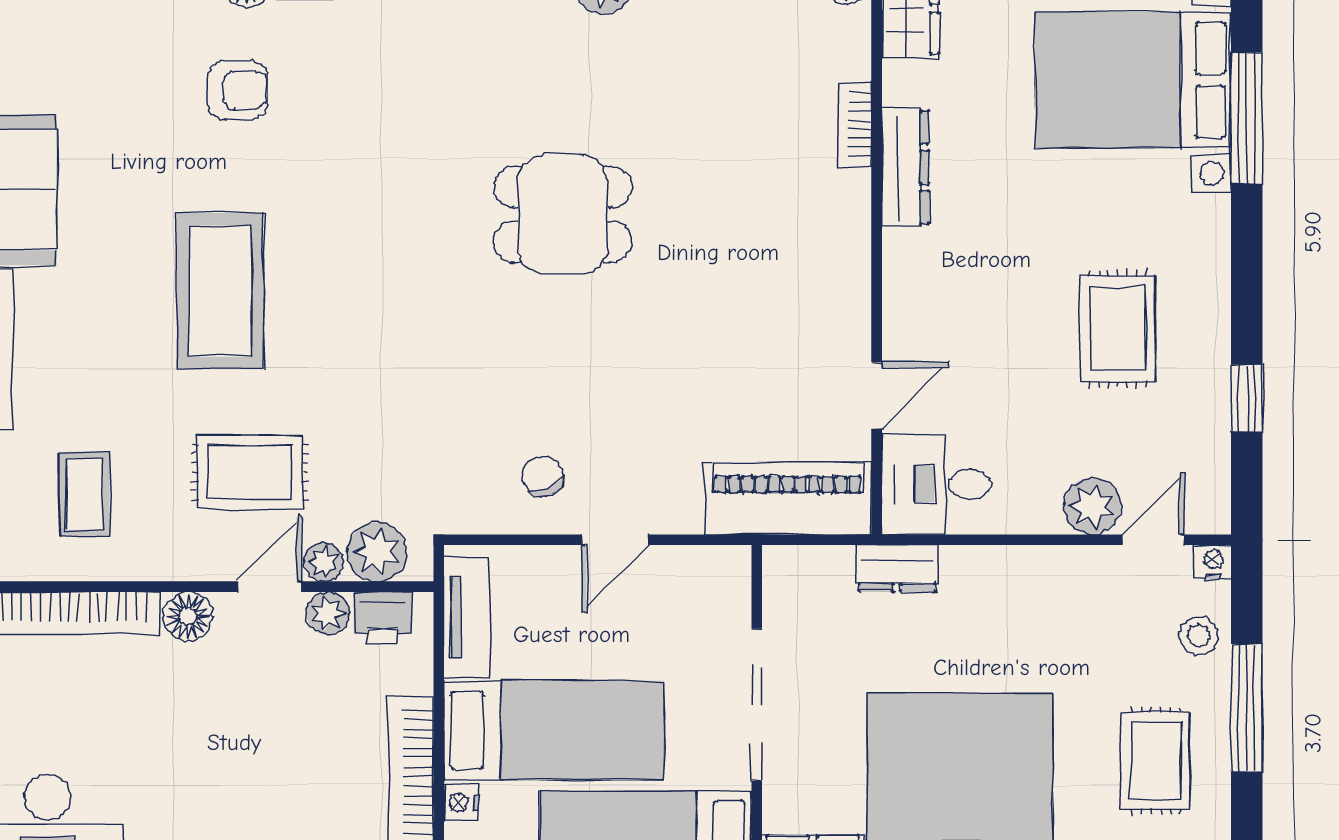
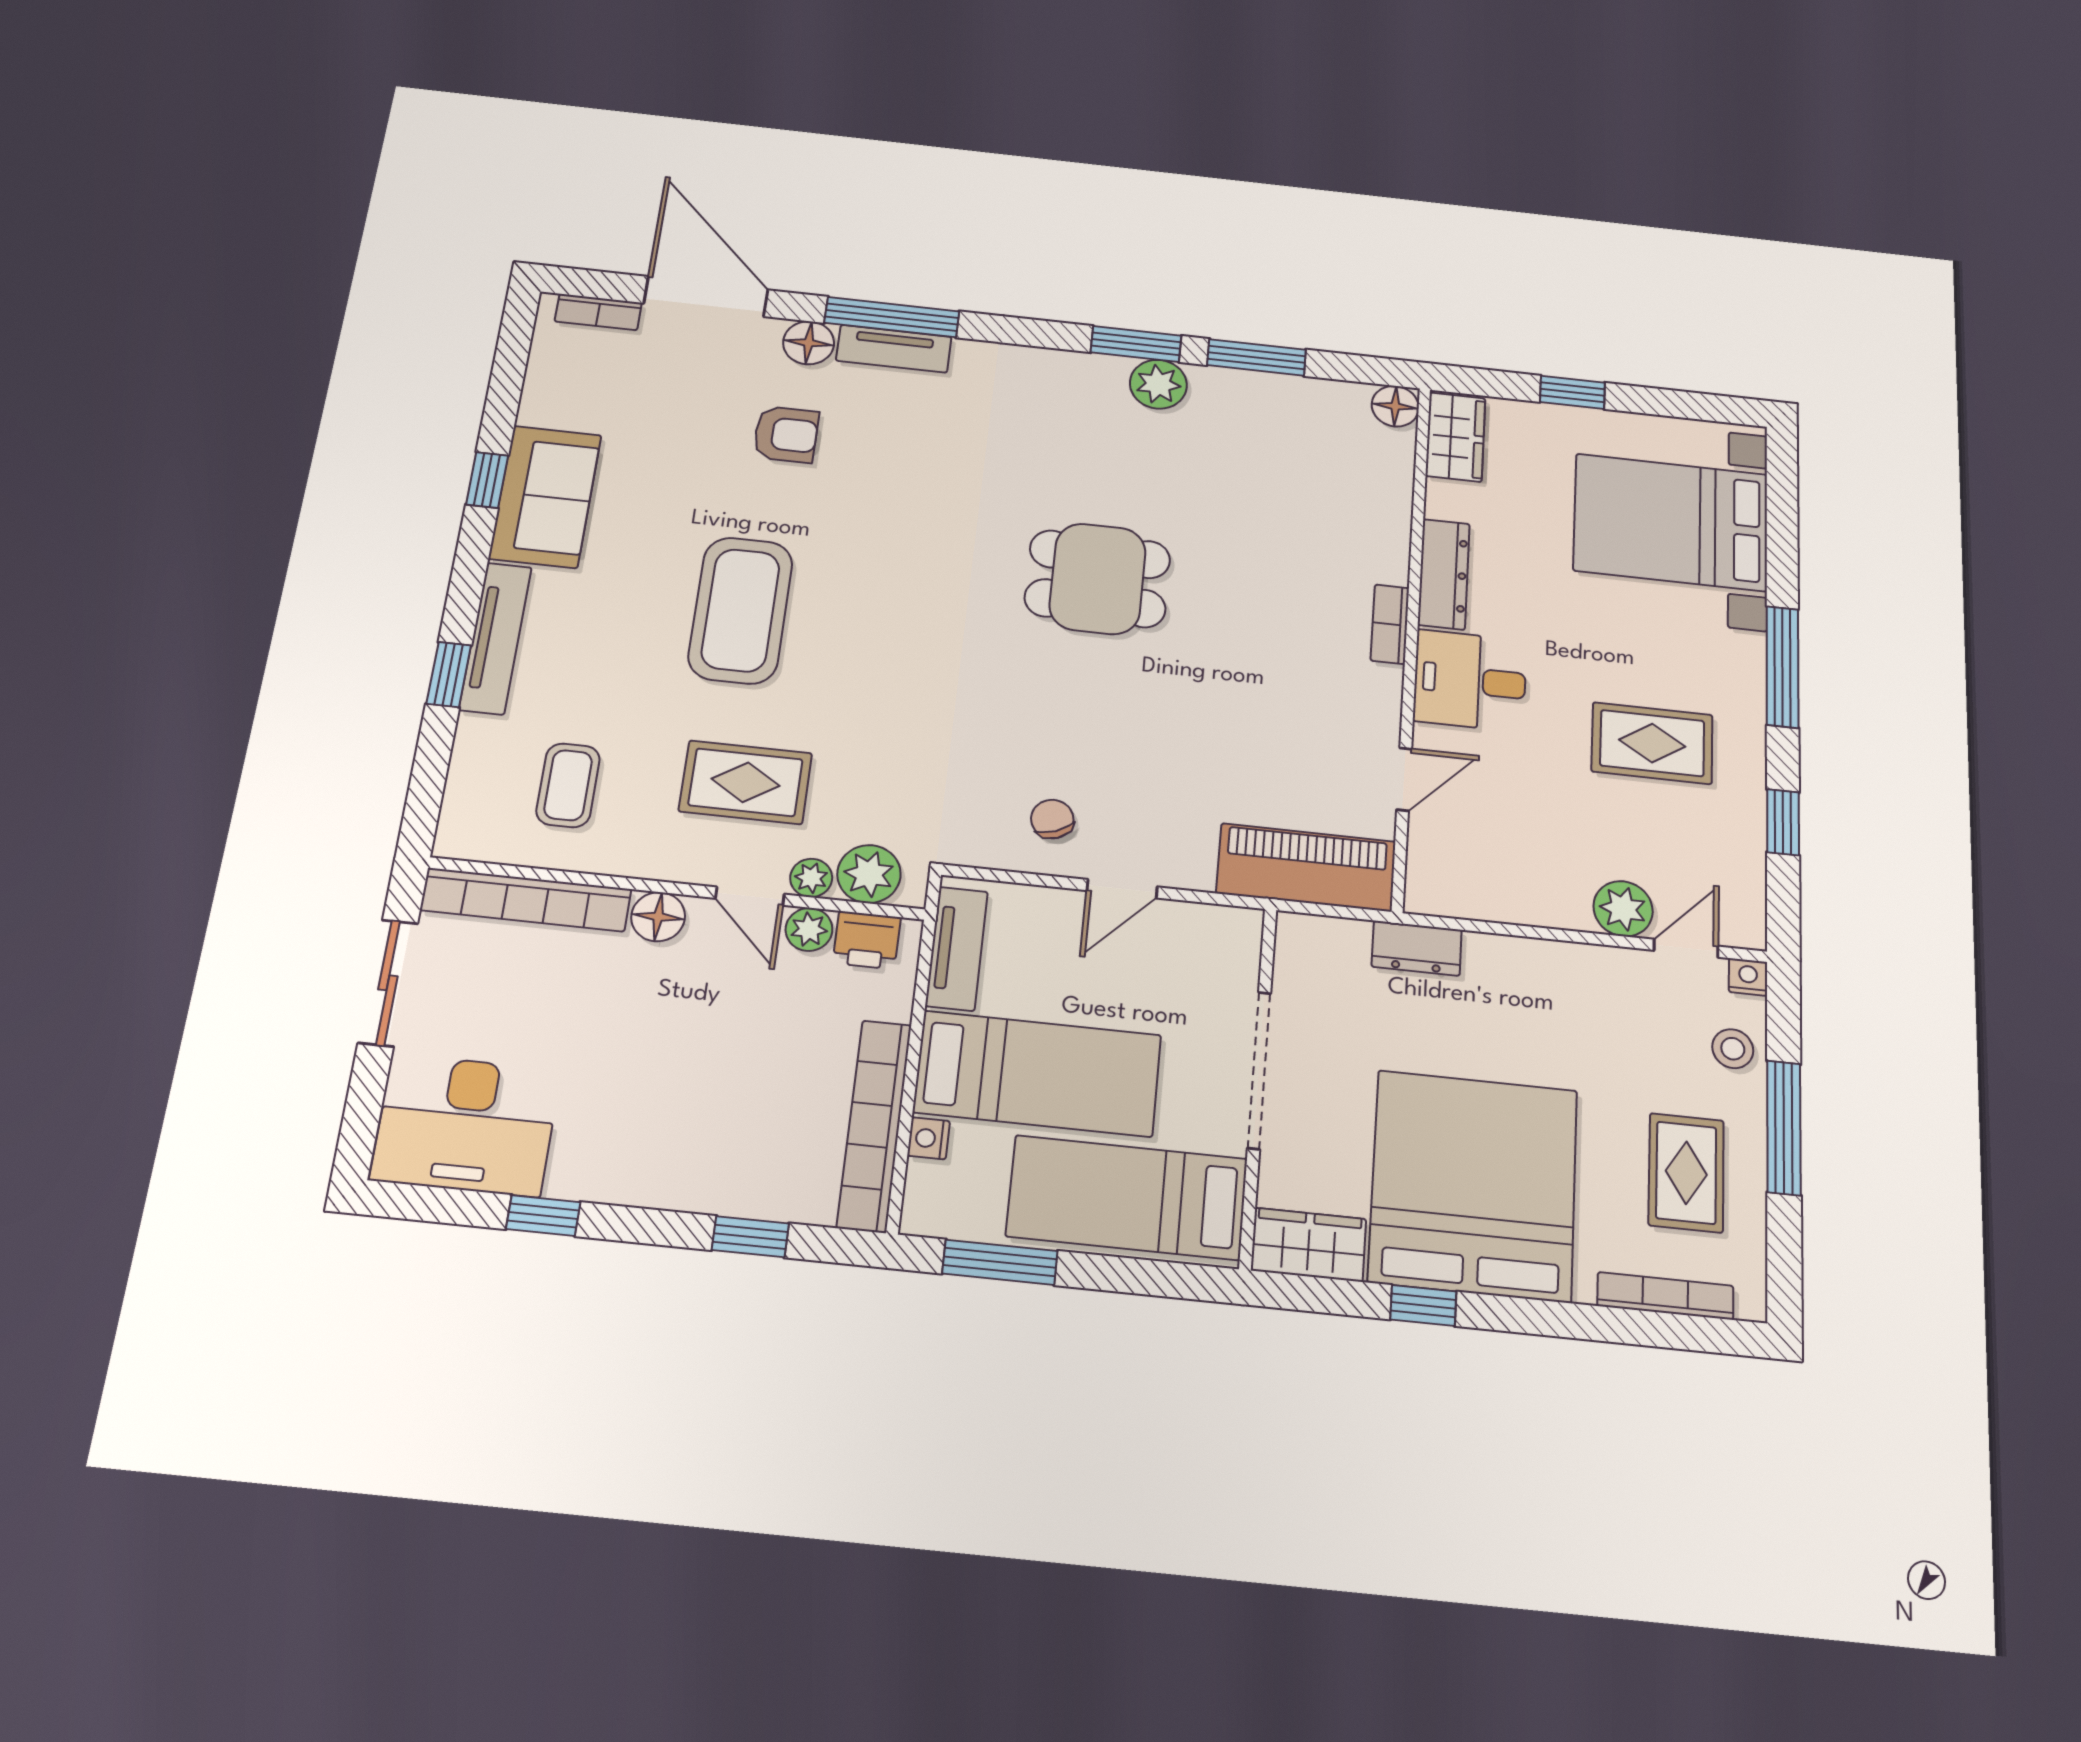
window: (1247, 118) -> (1783, 667), moved
bookcase: (854, 125) -> (1390, 624), moved
rug: (1118, 329) -> (1652, 743), turned 90
desk: (936, 484) -> (1470, 681), moved
door: (269, 587) -> (750, 896), swing flipped

